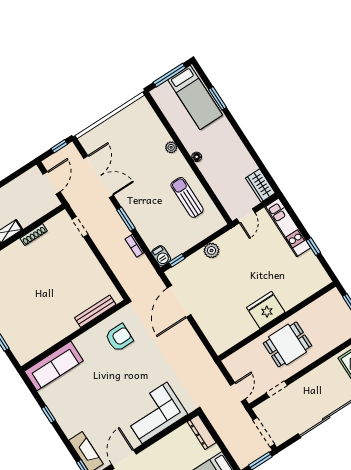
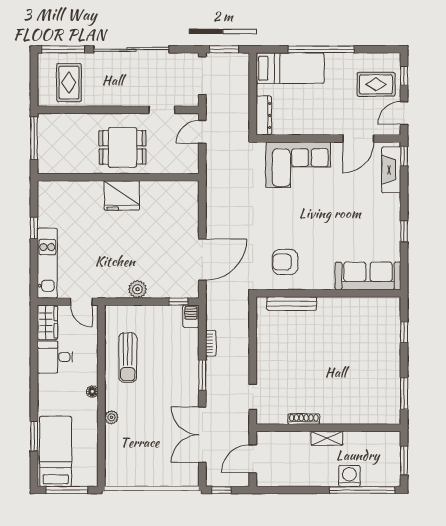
desk: (239, 164) -> (55, 357), added
door: (246, 216) -> (81, 302), swing flipped

